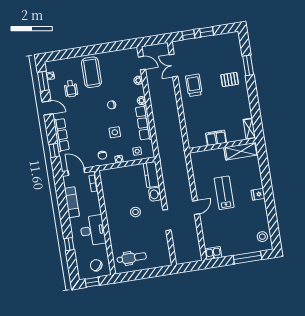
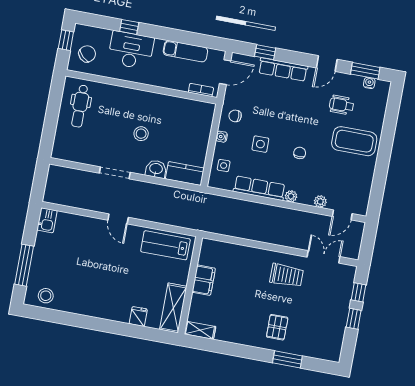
lab bench: (224, 193) -> (165, 245), moved, turned 180
fridge: (258, 194) -> (138, 316), moved
desk: (93, 230) -> (131, 50), moved, turned 180

